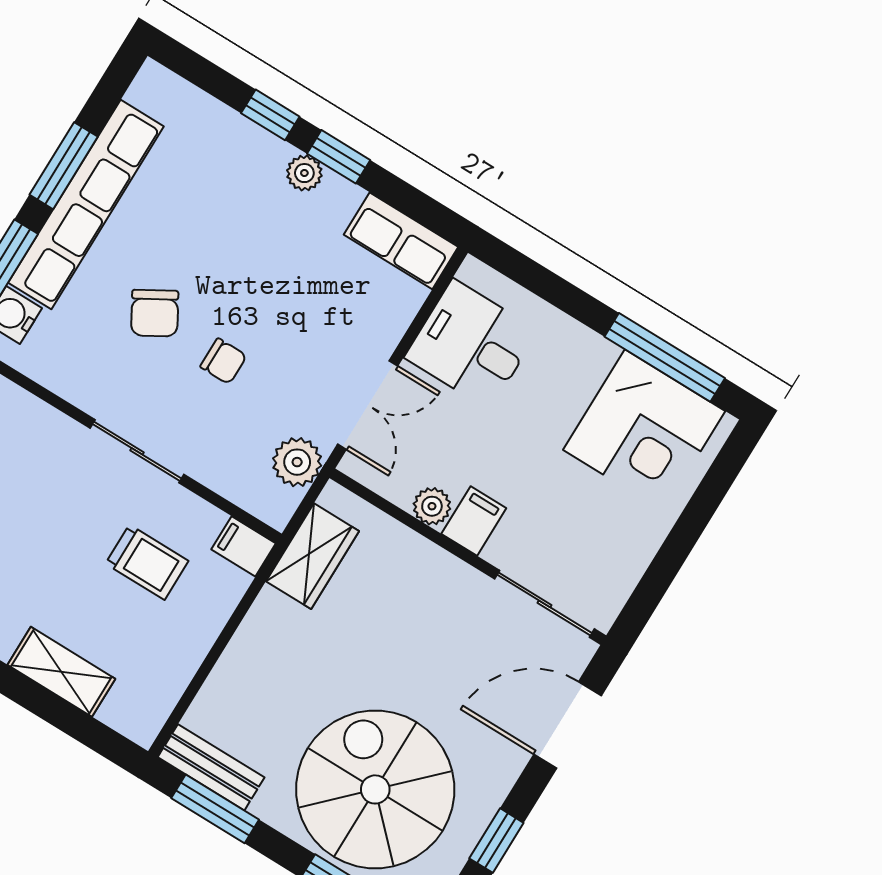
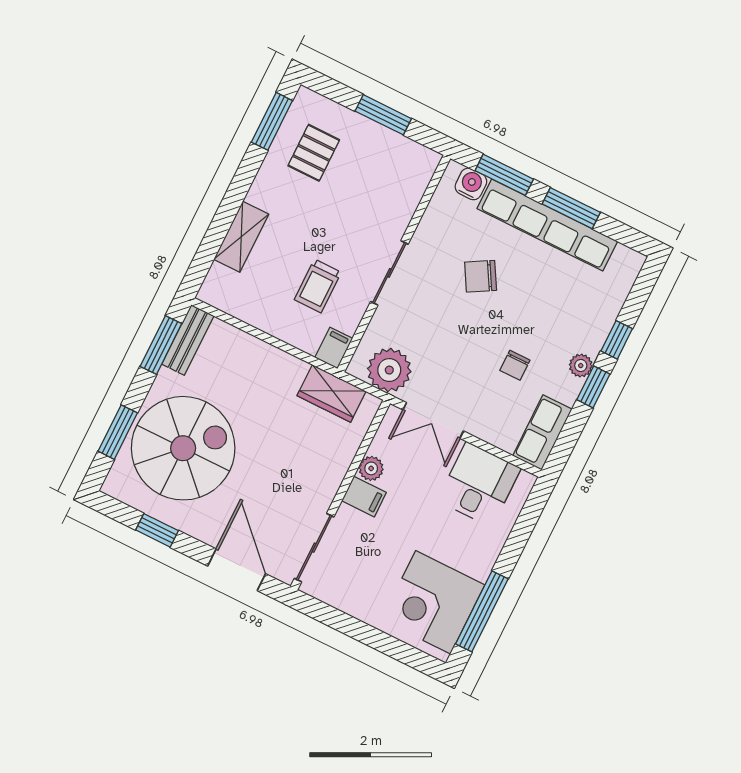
chair: (223, 361) -> (515, 365), moved
plant: (297, 462) -> (389, 370), width x1.36, depth x1.36

